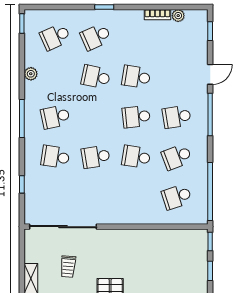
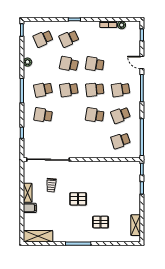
door: (210, 74) -> (142, 62), swing flipped
school desk: (96, 157) -> (69, 90), moved

